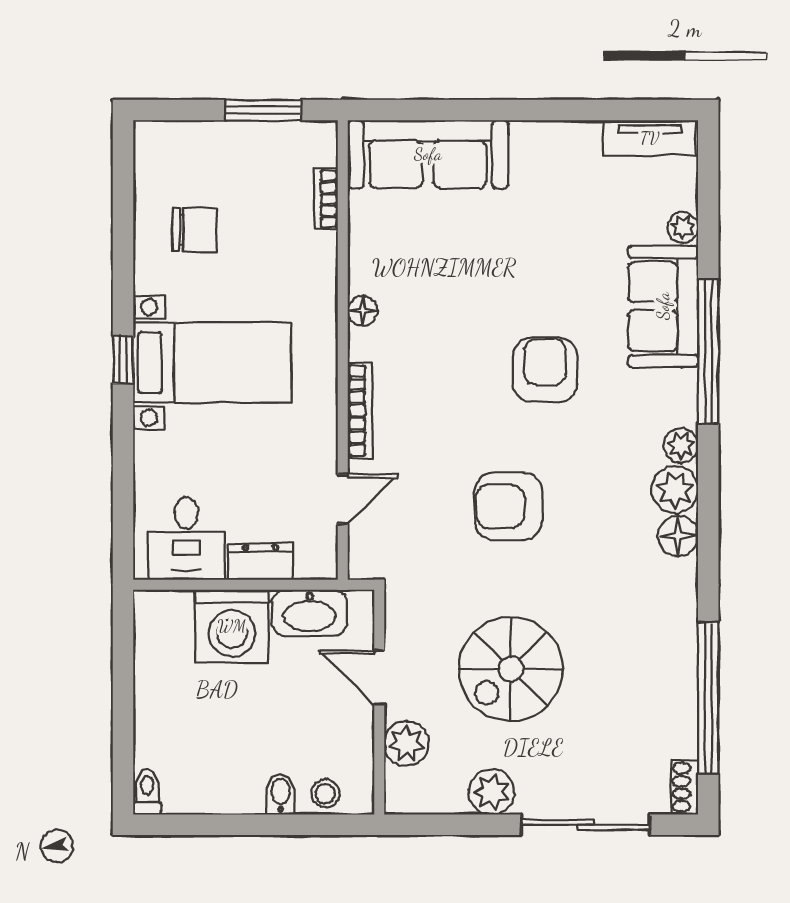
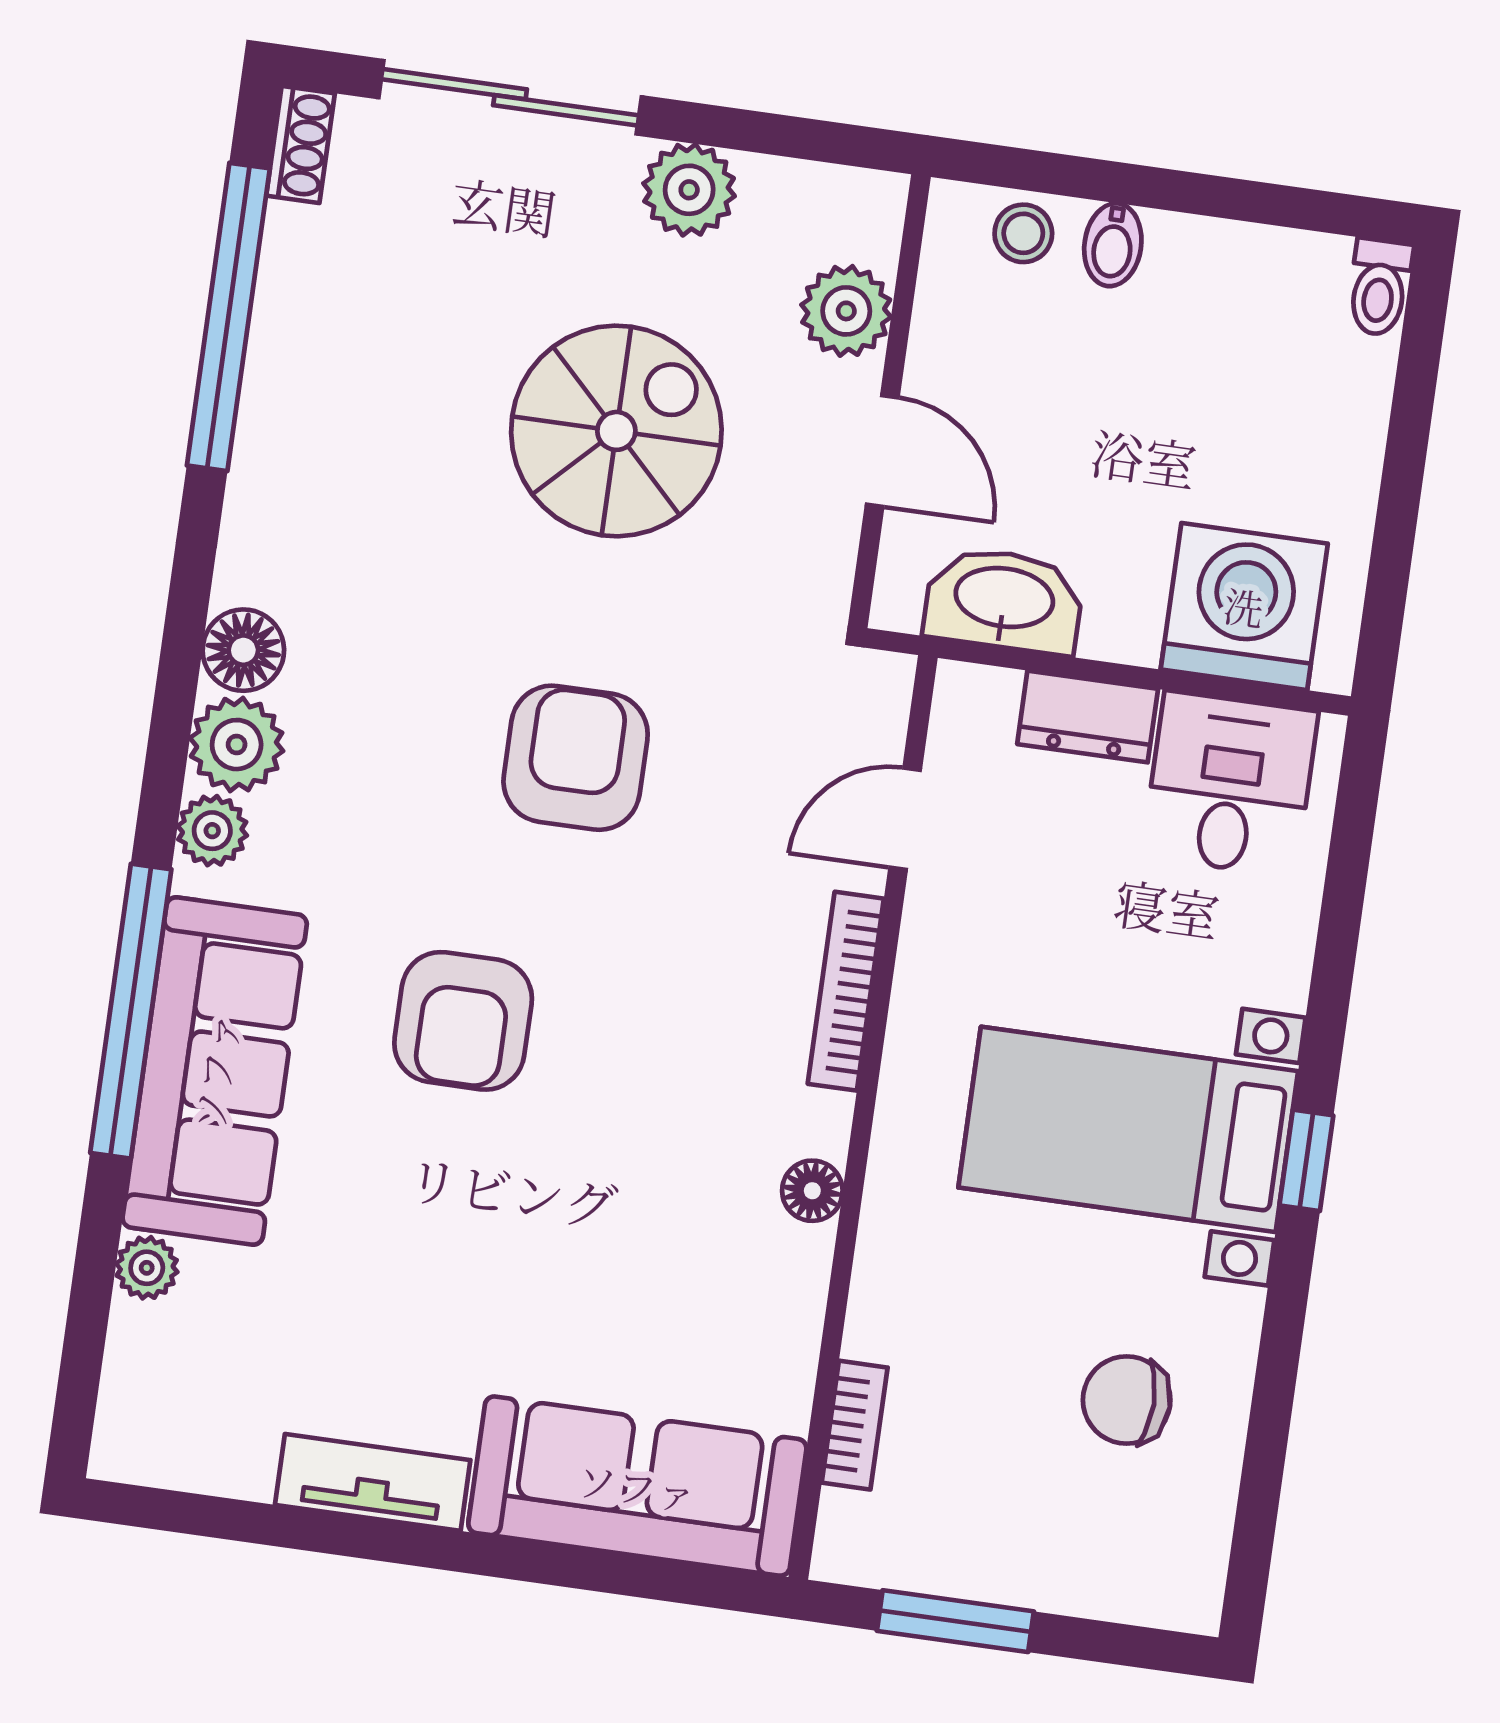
tv unit: (650, 138) -> (373, 1482), moved
sofa: (663, 306) -> (215, 1071), width x1.36
armchair: (508, 506) -> (576, 758), turned -90
washing machine: (232, 626) -> (1244, 606), moved

